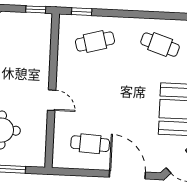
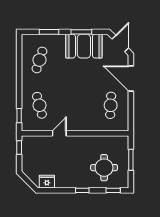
door: (52, 100) -> (59, 133), moved
door: (127, 175) -> (131, 78), hinge flipped

